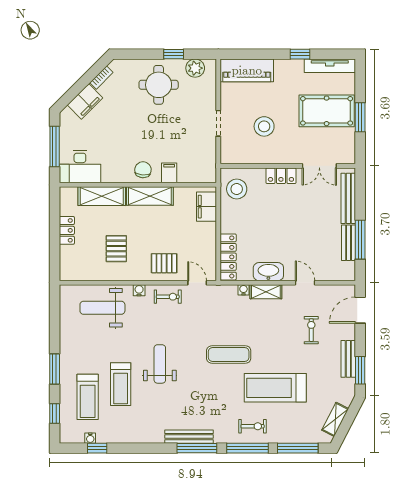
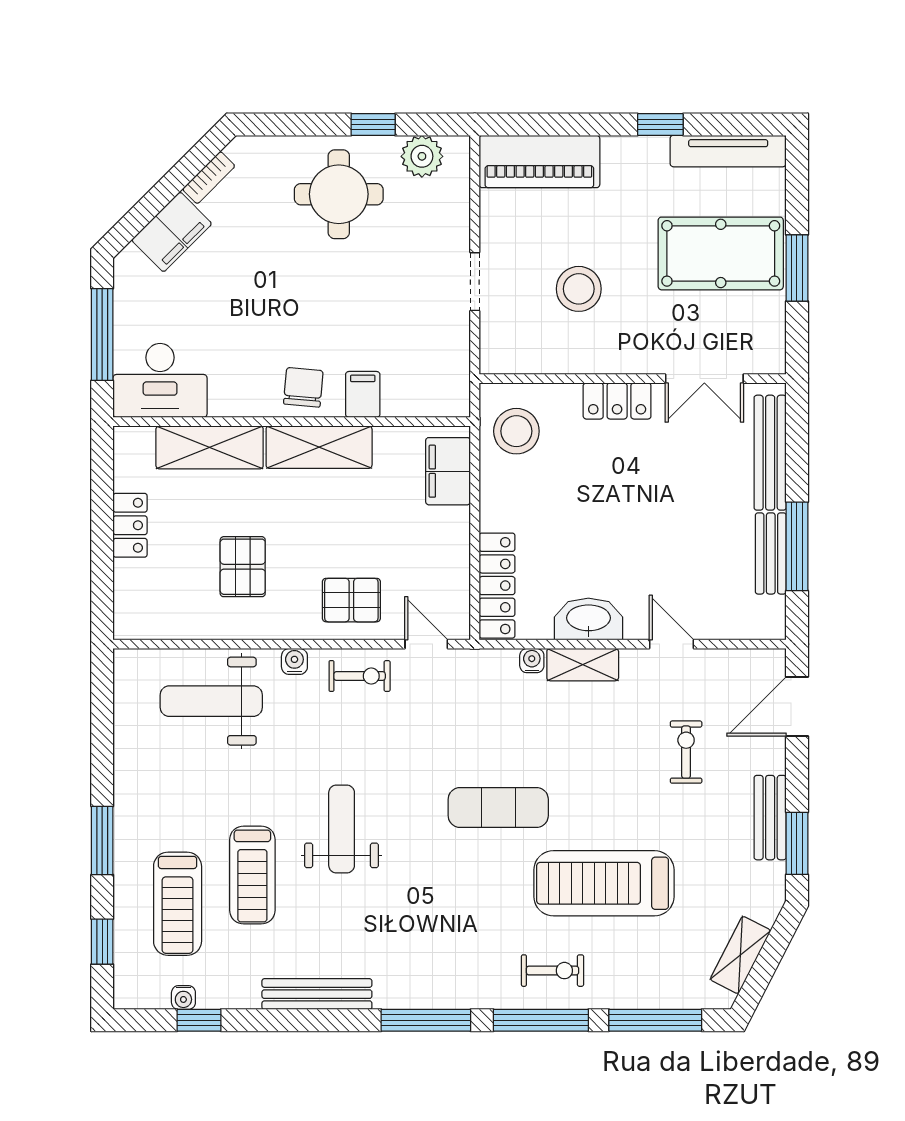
bench: (189, 437) -> (317, 994), moved

